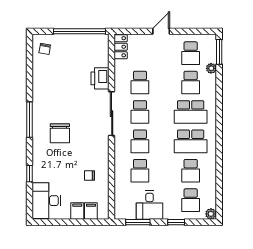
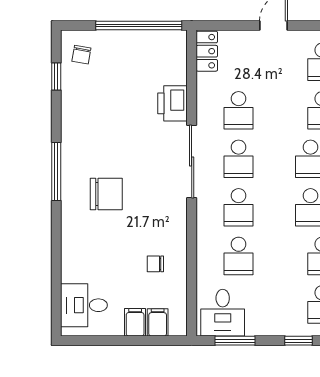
chair: (60, 133) -> (106, 194), turned -90
window: (30, 174) -> (56, 77), moved
desk: (46, 201) -> (84, 305), width x0.73
desk: (150, 205) -> (223, 313), moved

